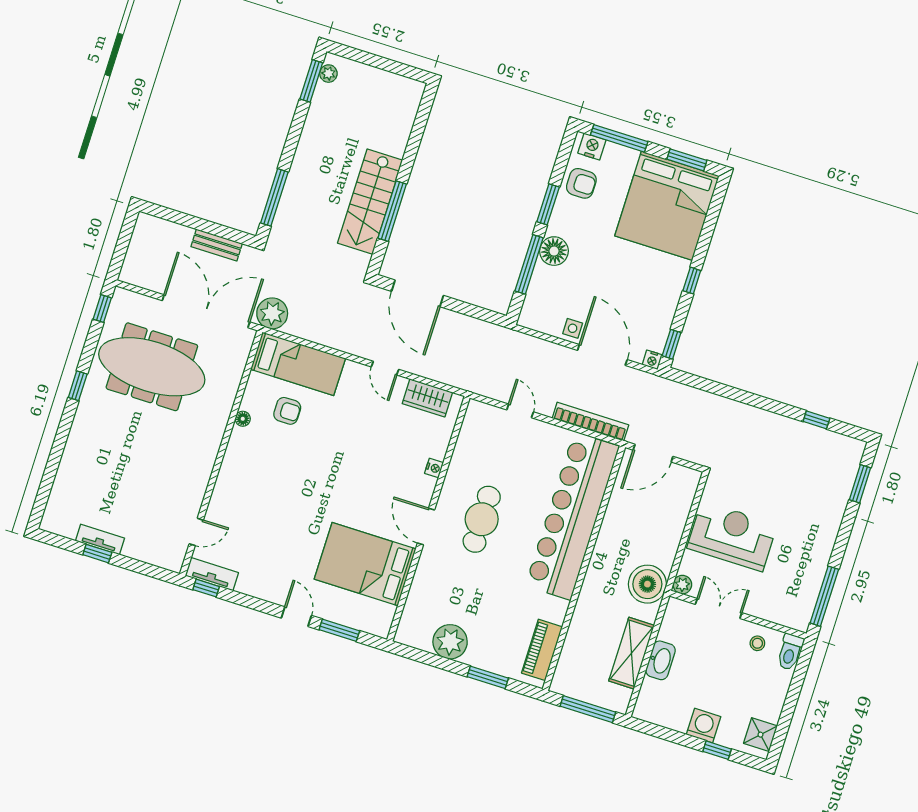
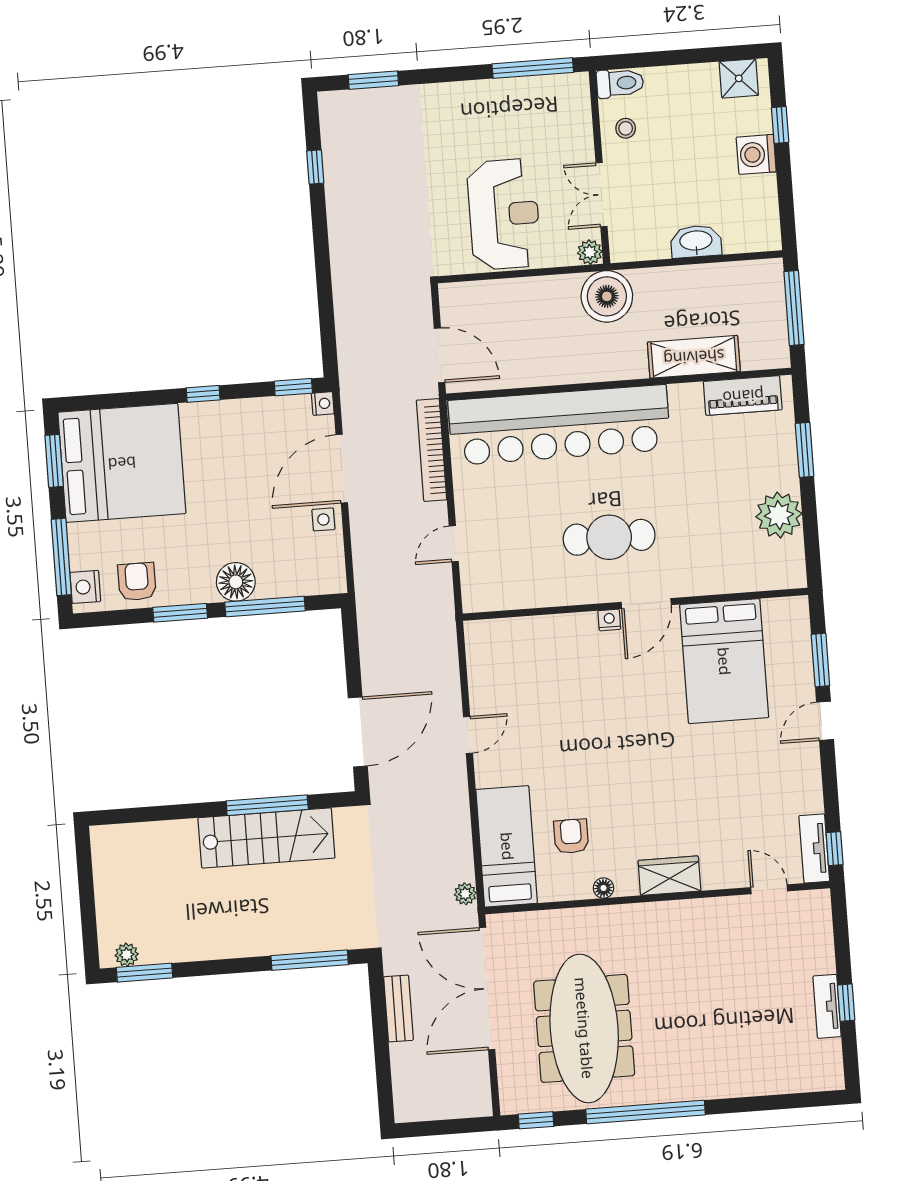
plant: (272, 313) -> (465, 894), width x0.53, depth x0.53
window: (78, 386) -> (645, 1112), width x3.17
wardrobe: (427, 398) -> (669, 876), moved, turned -90
nightstand: (434, 468) -> (609, 620), moved
reception desk: (732, 536) -> (504, 214), turned 180
shelving: (631, 653) -> (694, 357), moved

